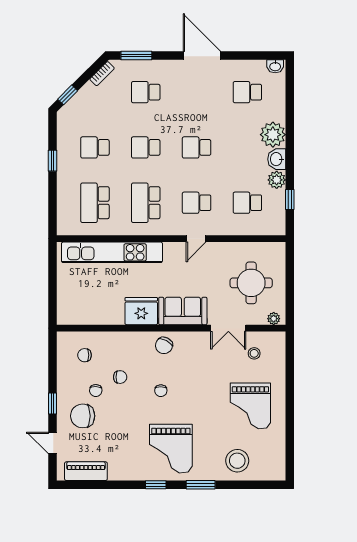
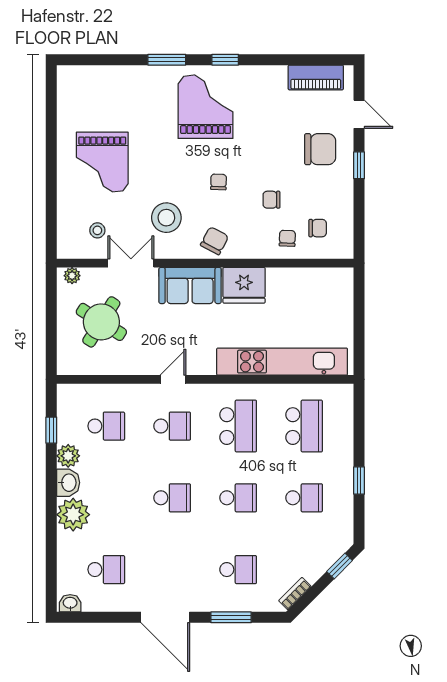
window: (136, 55) -> (231, 617), moved
round table: (251, 283) -> (101, 322), turned 32
chair: (96, 391) -> (287, 238), moved
grand piano: (250, 406) -> (102, 162), turned 180
stool: (237, 461) -> (166, 218), moved

